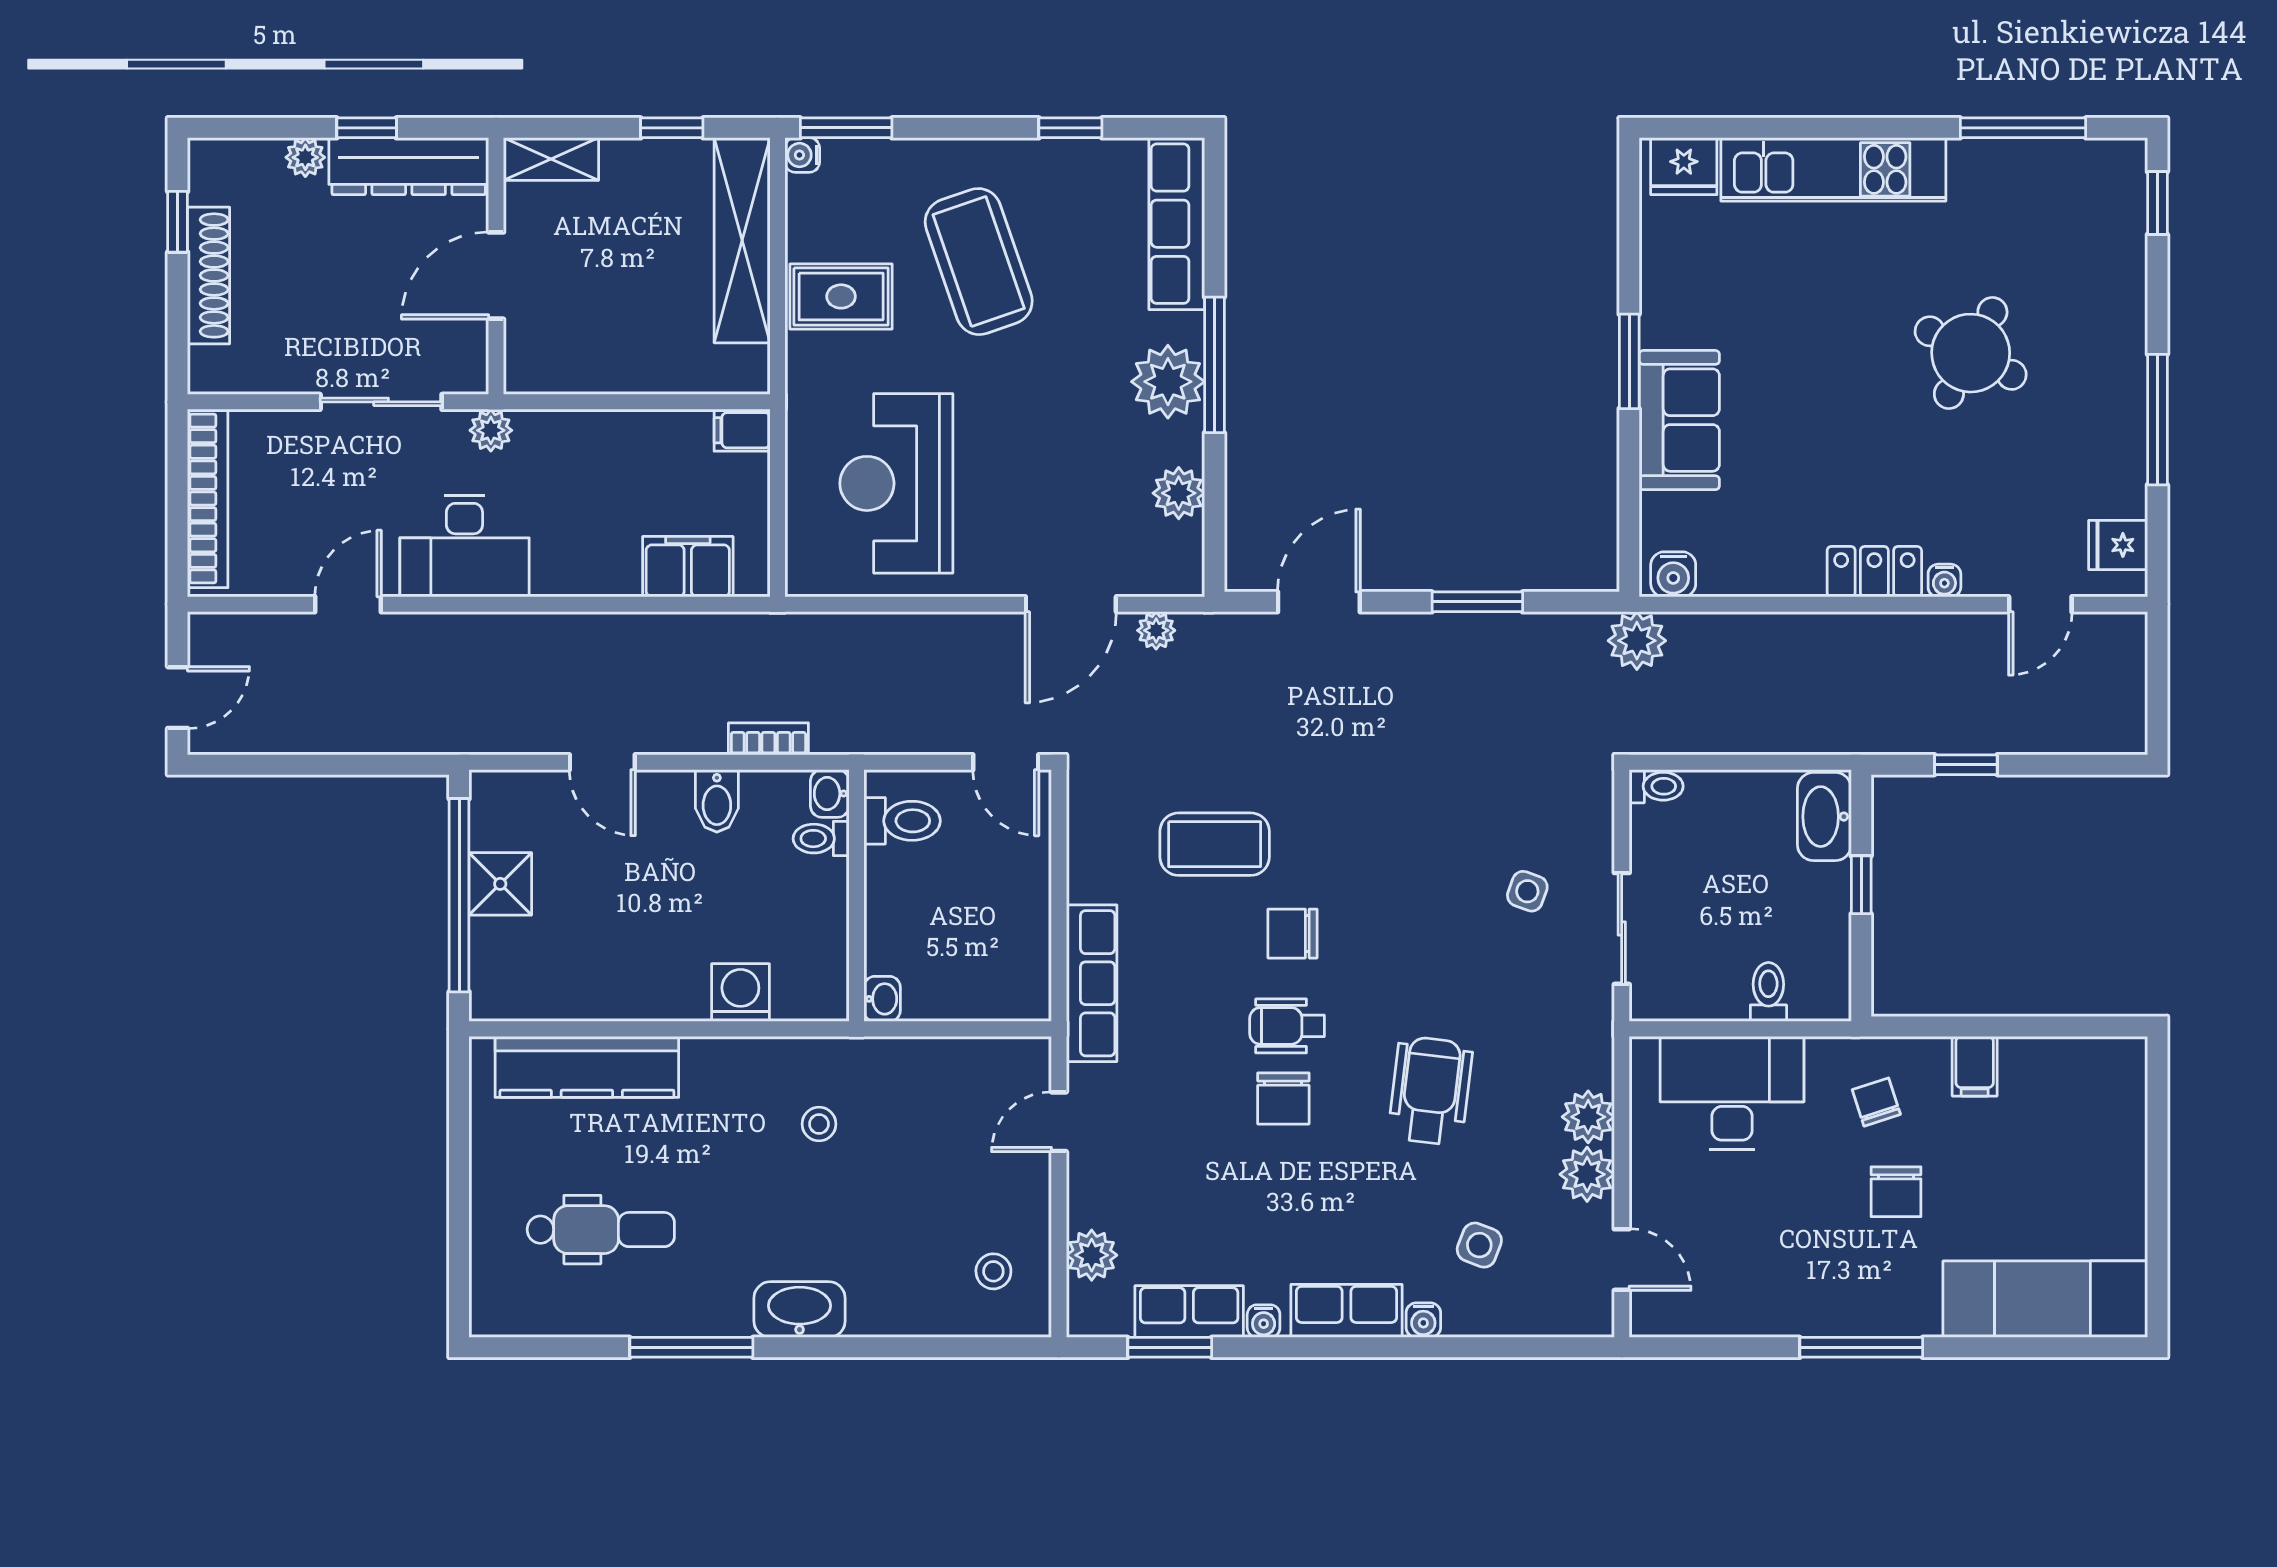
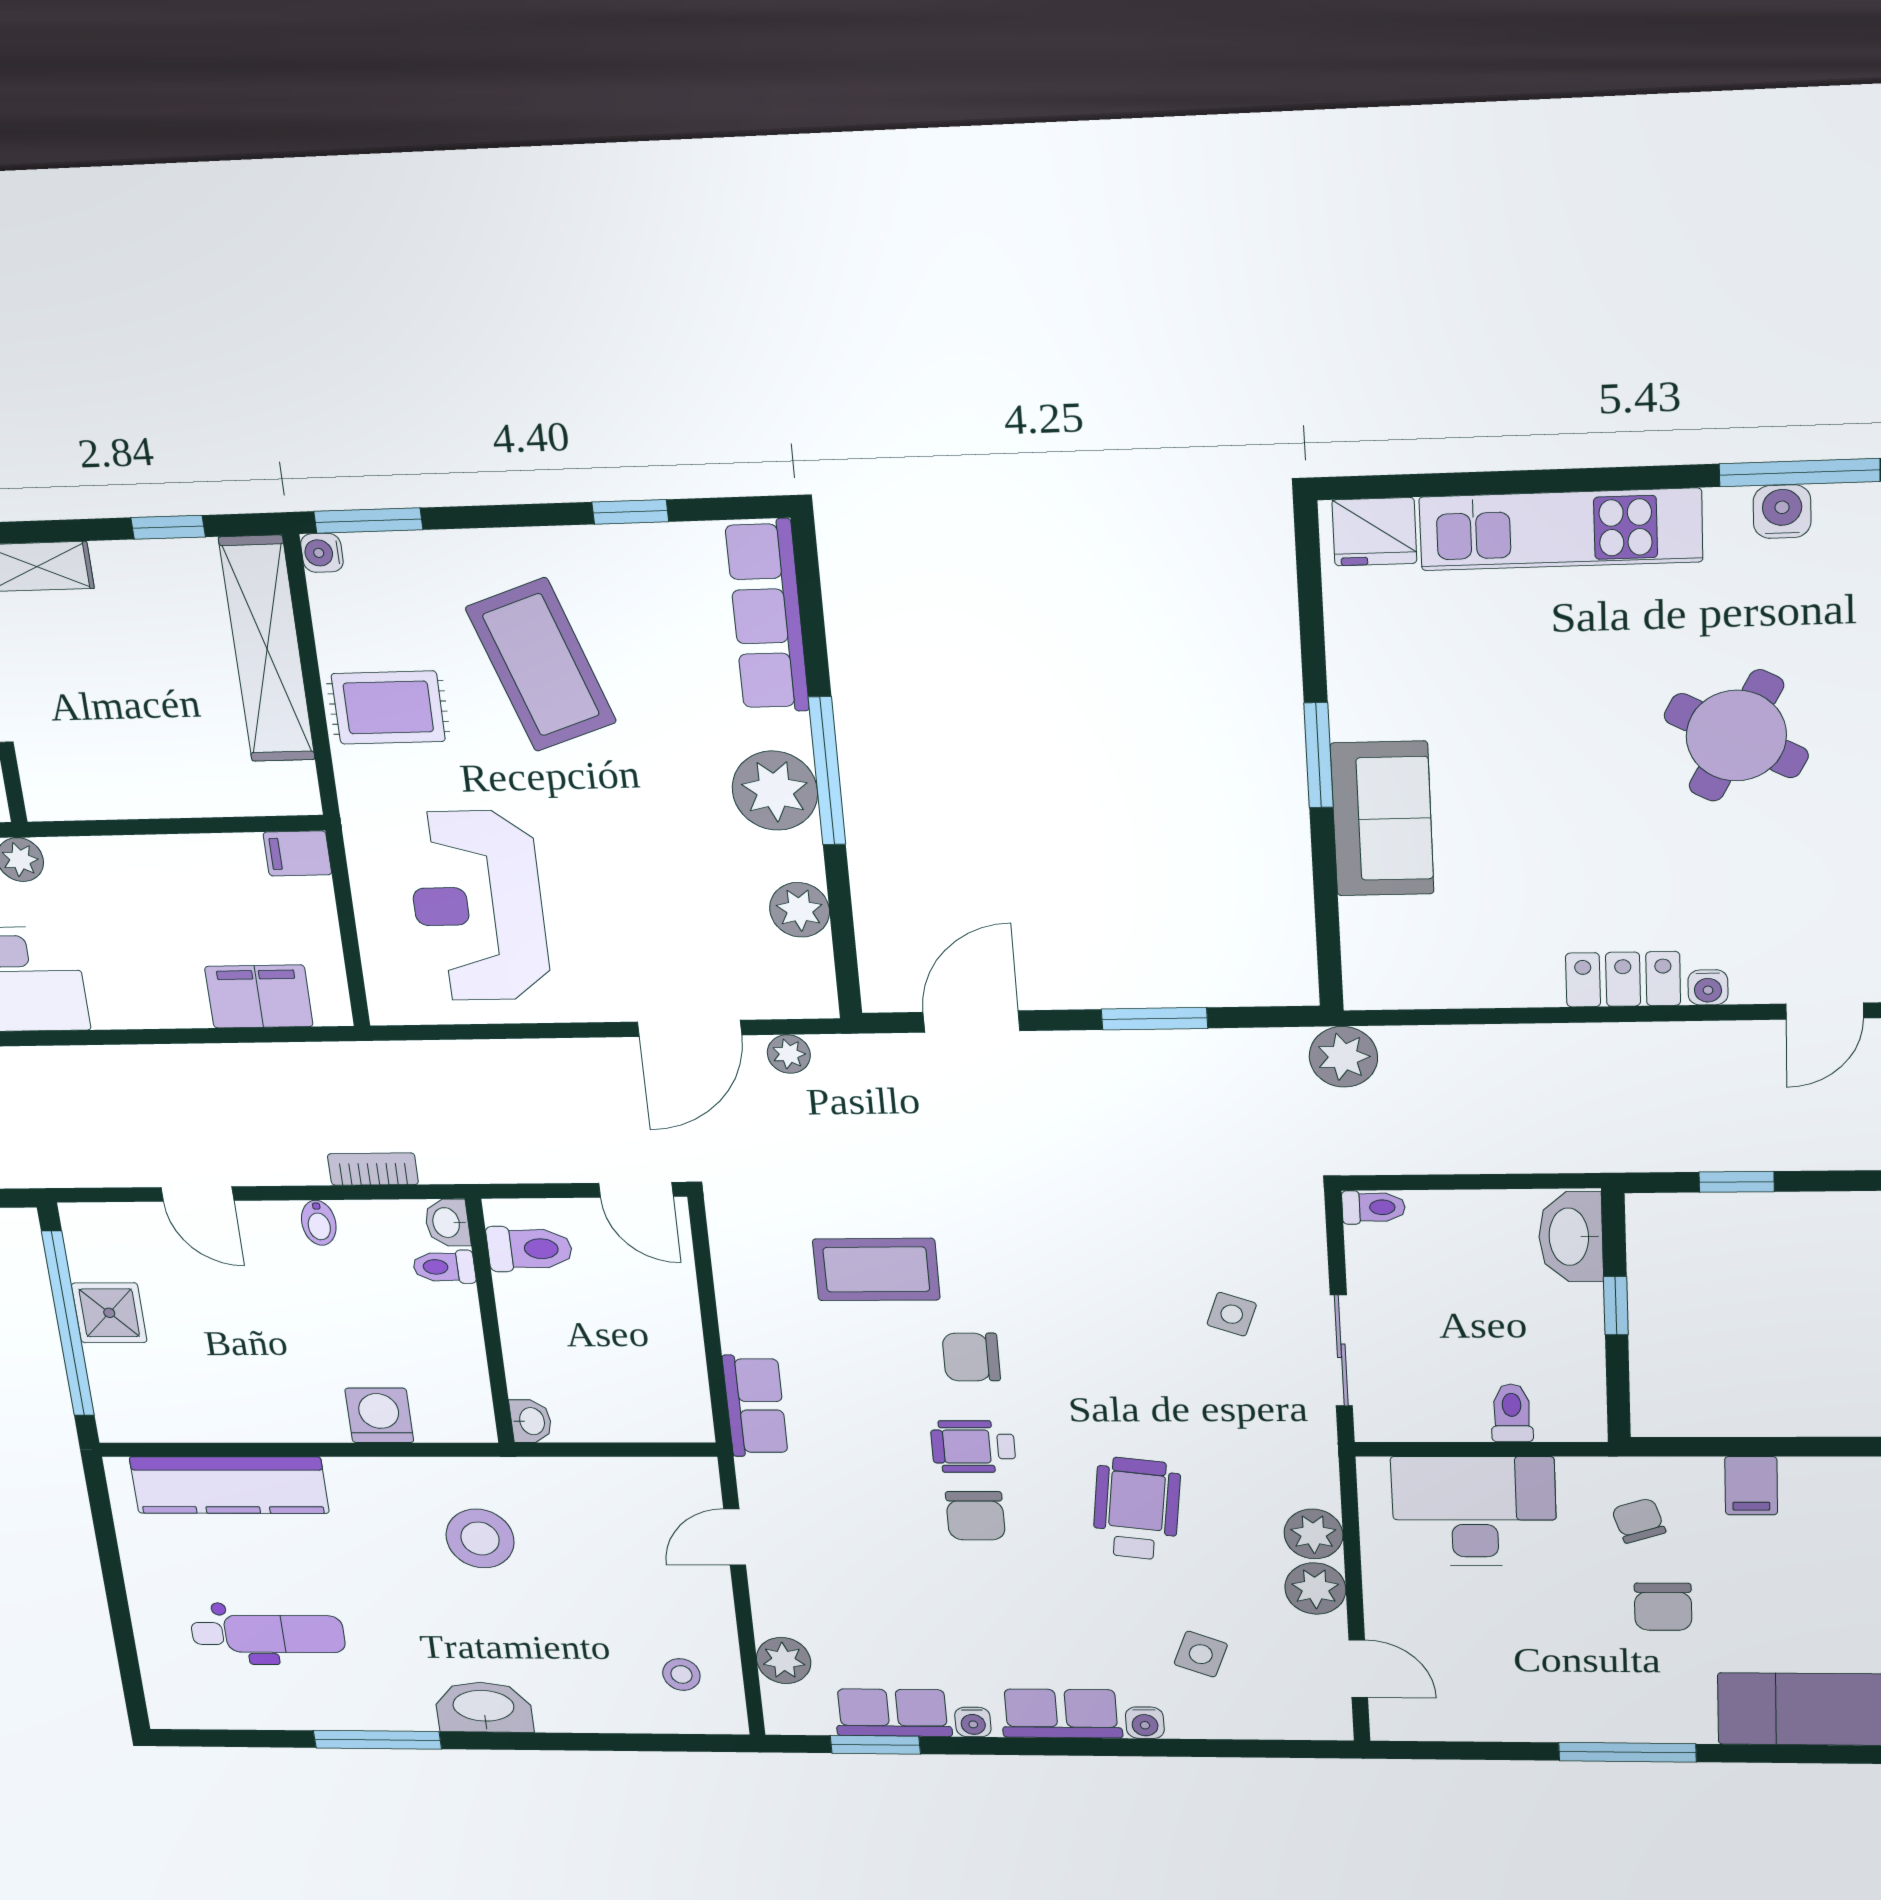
water cooler: (1673, 574) -> (1782, 512), moved, turned 180
bidet: (717, 801) -> (319, 1223), width x0.72, depth x0.74
row of seats: (1092, 983) -> (755, 1406), width x0.68
stool: (819, 1124) -> (480, 1538), width x1.89, depth x1.89

